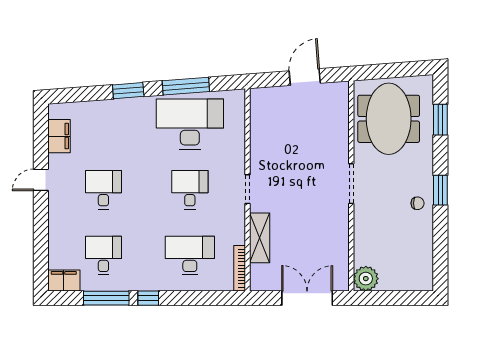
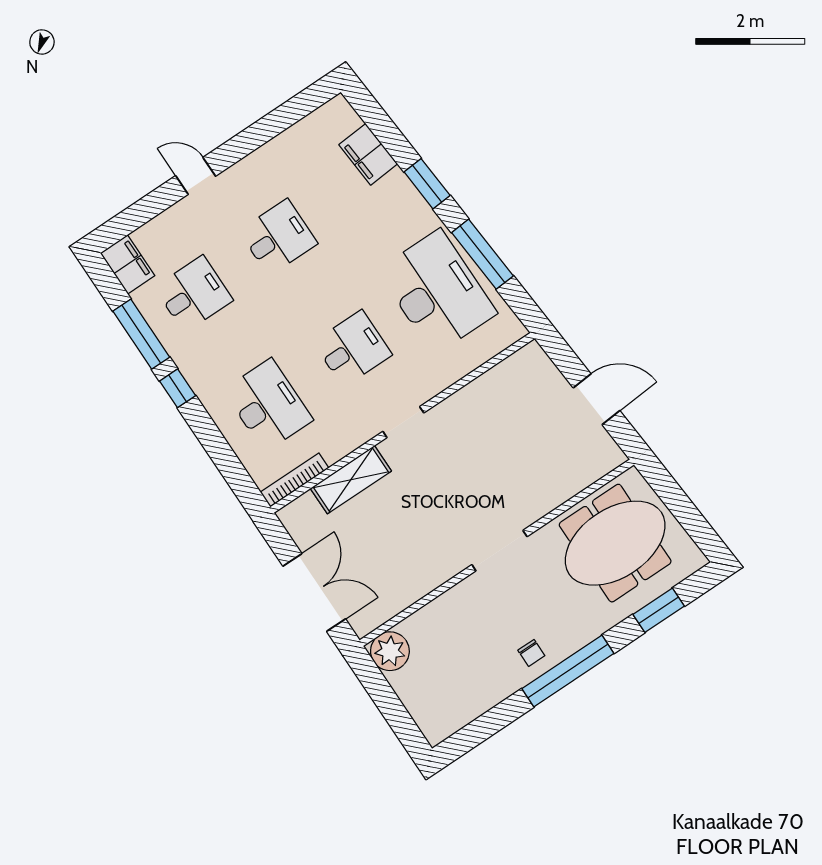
filing cabinet: (59, 136) -> (368, 154), moved, turned 86
door: (41, 180) -> (196, 176), moved
window: (440, 190) -> (568, 671), width x2.11

